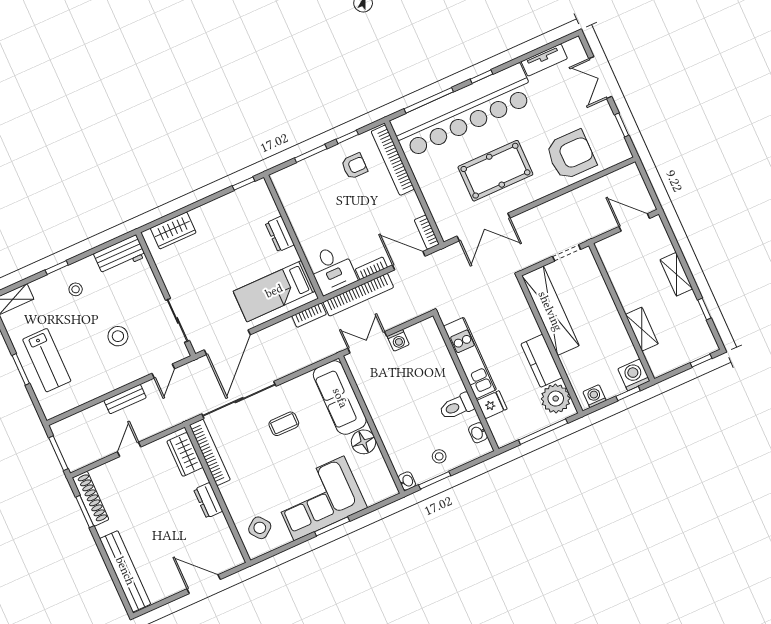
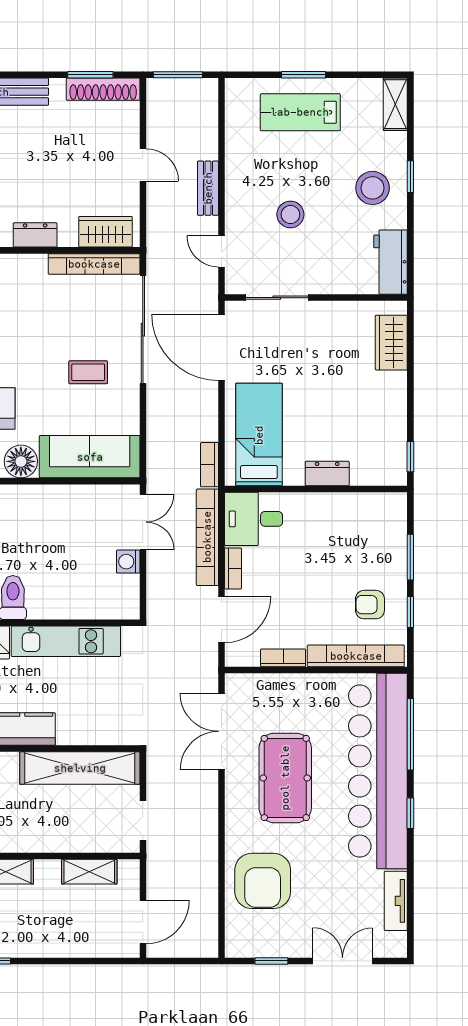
armchair: (354, 166) -> (370, 605), turned 90
bookcase: (427, 232) -> (283, 658), moved
shelving: (676, 274) -> (89, 872), moved
stool: (76, 289) -> (373, 188), width x1.89, depth x1.89
coffee table: (284, 424) -> (88, 372), turned 90

